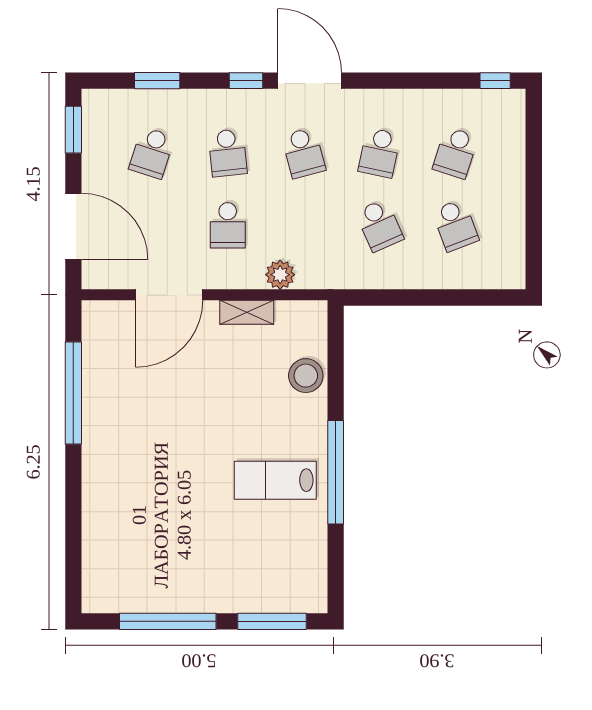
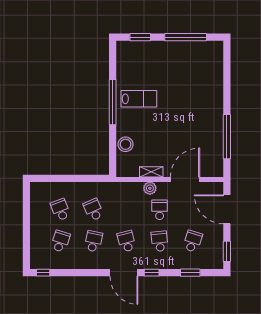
plant: (280, 275) -> (150, 188), moved
window: (272, 621) -> (140, 37), width x0.69

